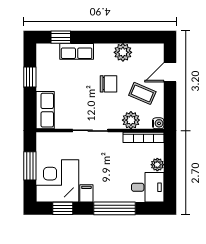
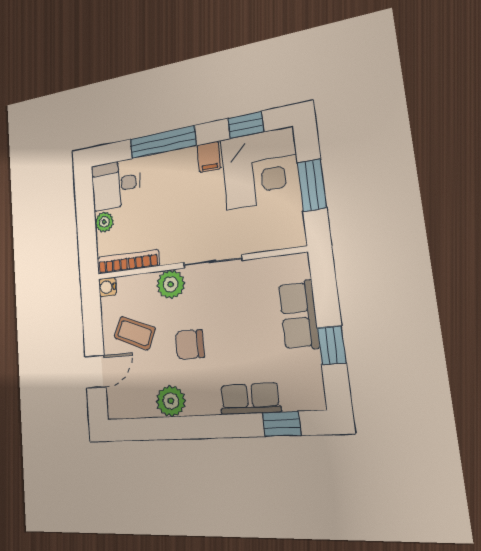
row of seats: (45, 110) -> (299, 315), moved
plant: (131, 120) -> (171, 284), moved

